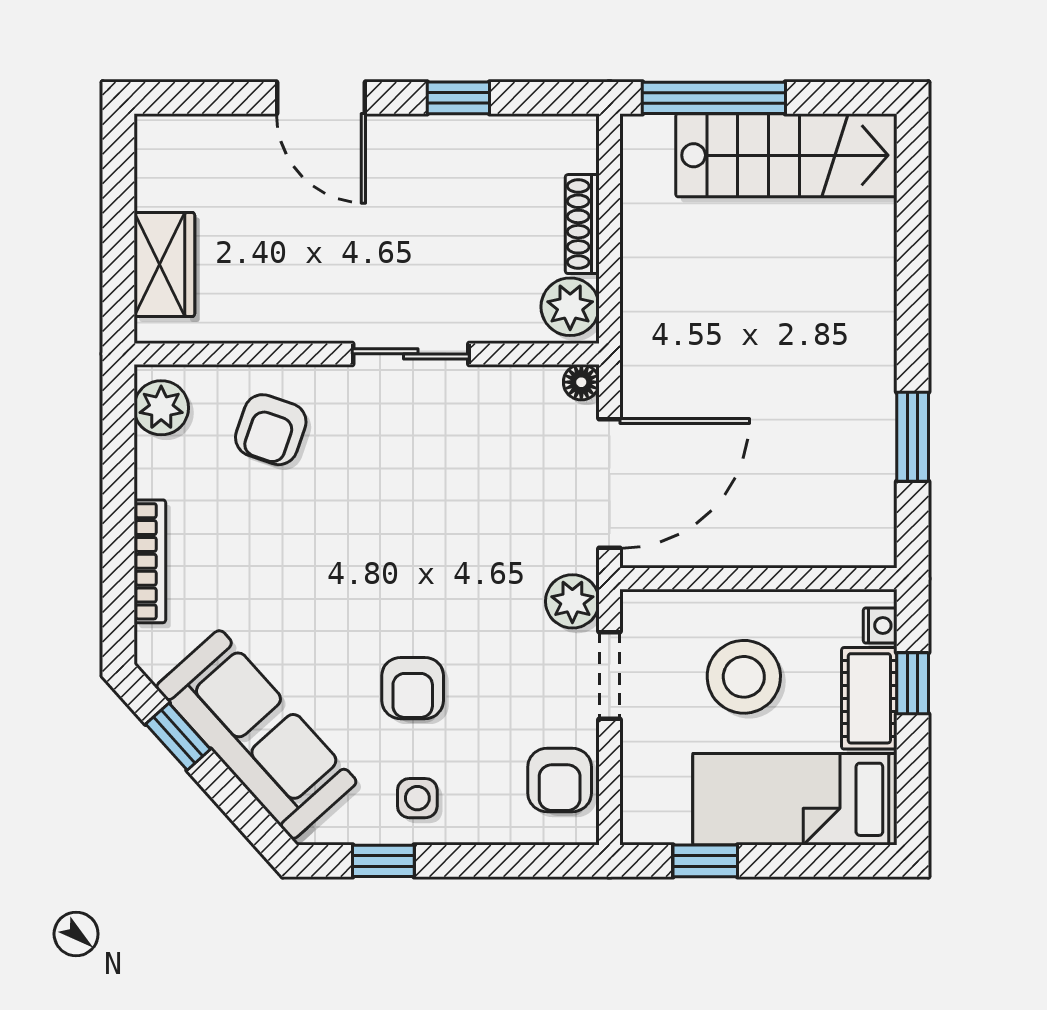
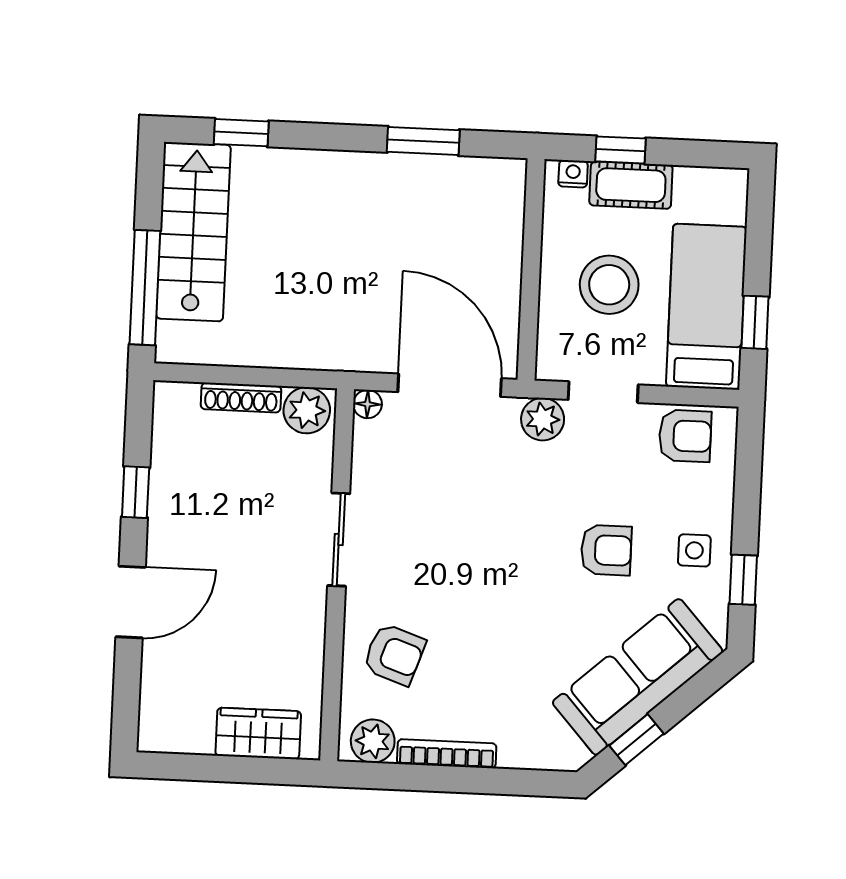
window: (913, 209) -> (241, 133), added
bookcase: (150, 561) -> (447, 754), moved
bed: (795, 799) -> (706, 307), moved, turned 180

